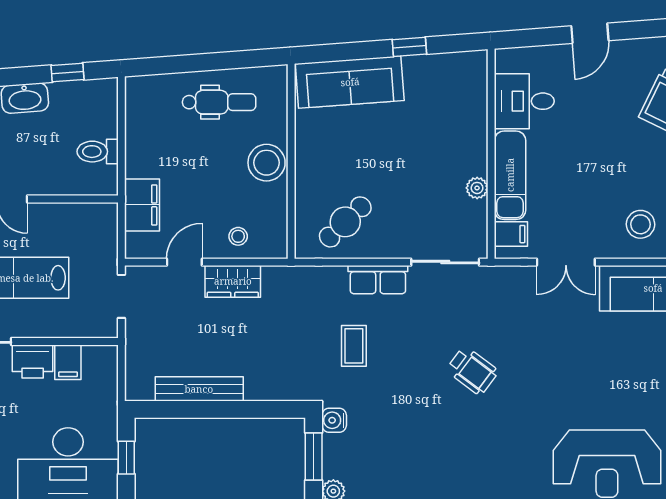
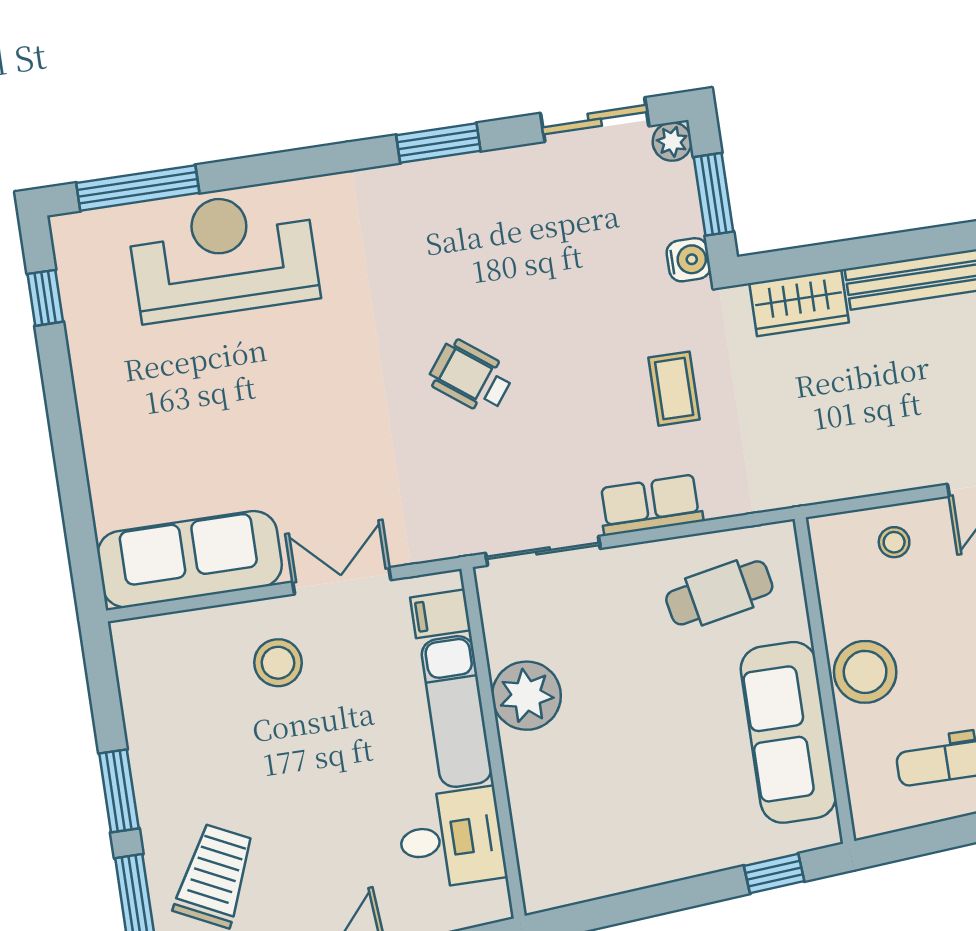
window: (409, 47) -> (774, 874), moved
sofa: (350, 82) -> (788, 732), moved, turned -86
plant: (477, 188) -> (526, 696), width x1.88, depth x1.88
cafe table: (345, 222) -> (719, 593), turned 33
stool: (641, 224) -> (278, 663), moved
wardrobe: (233, 281) -> (799, 303), moved, turned 180

